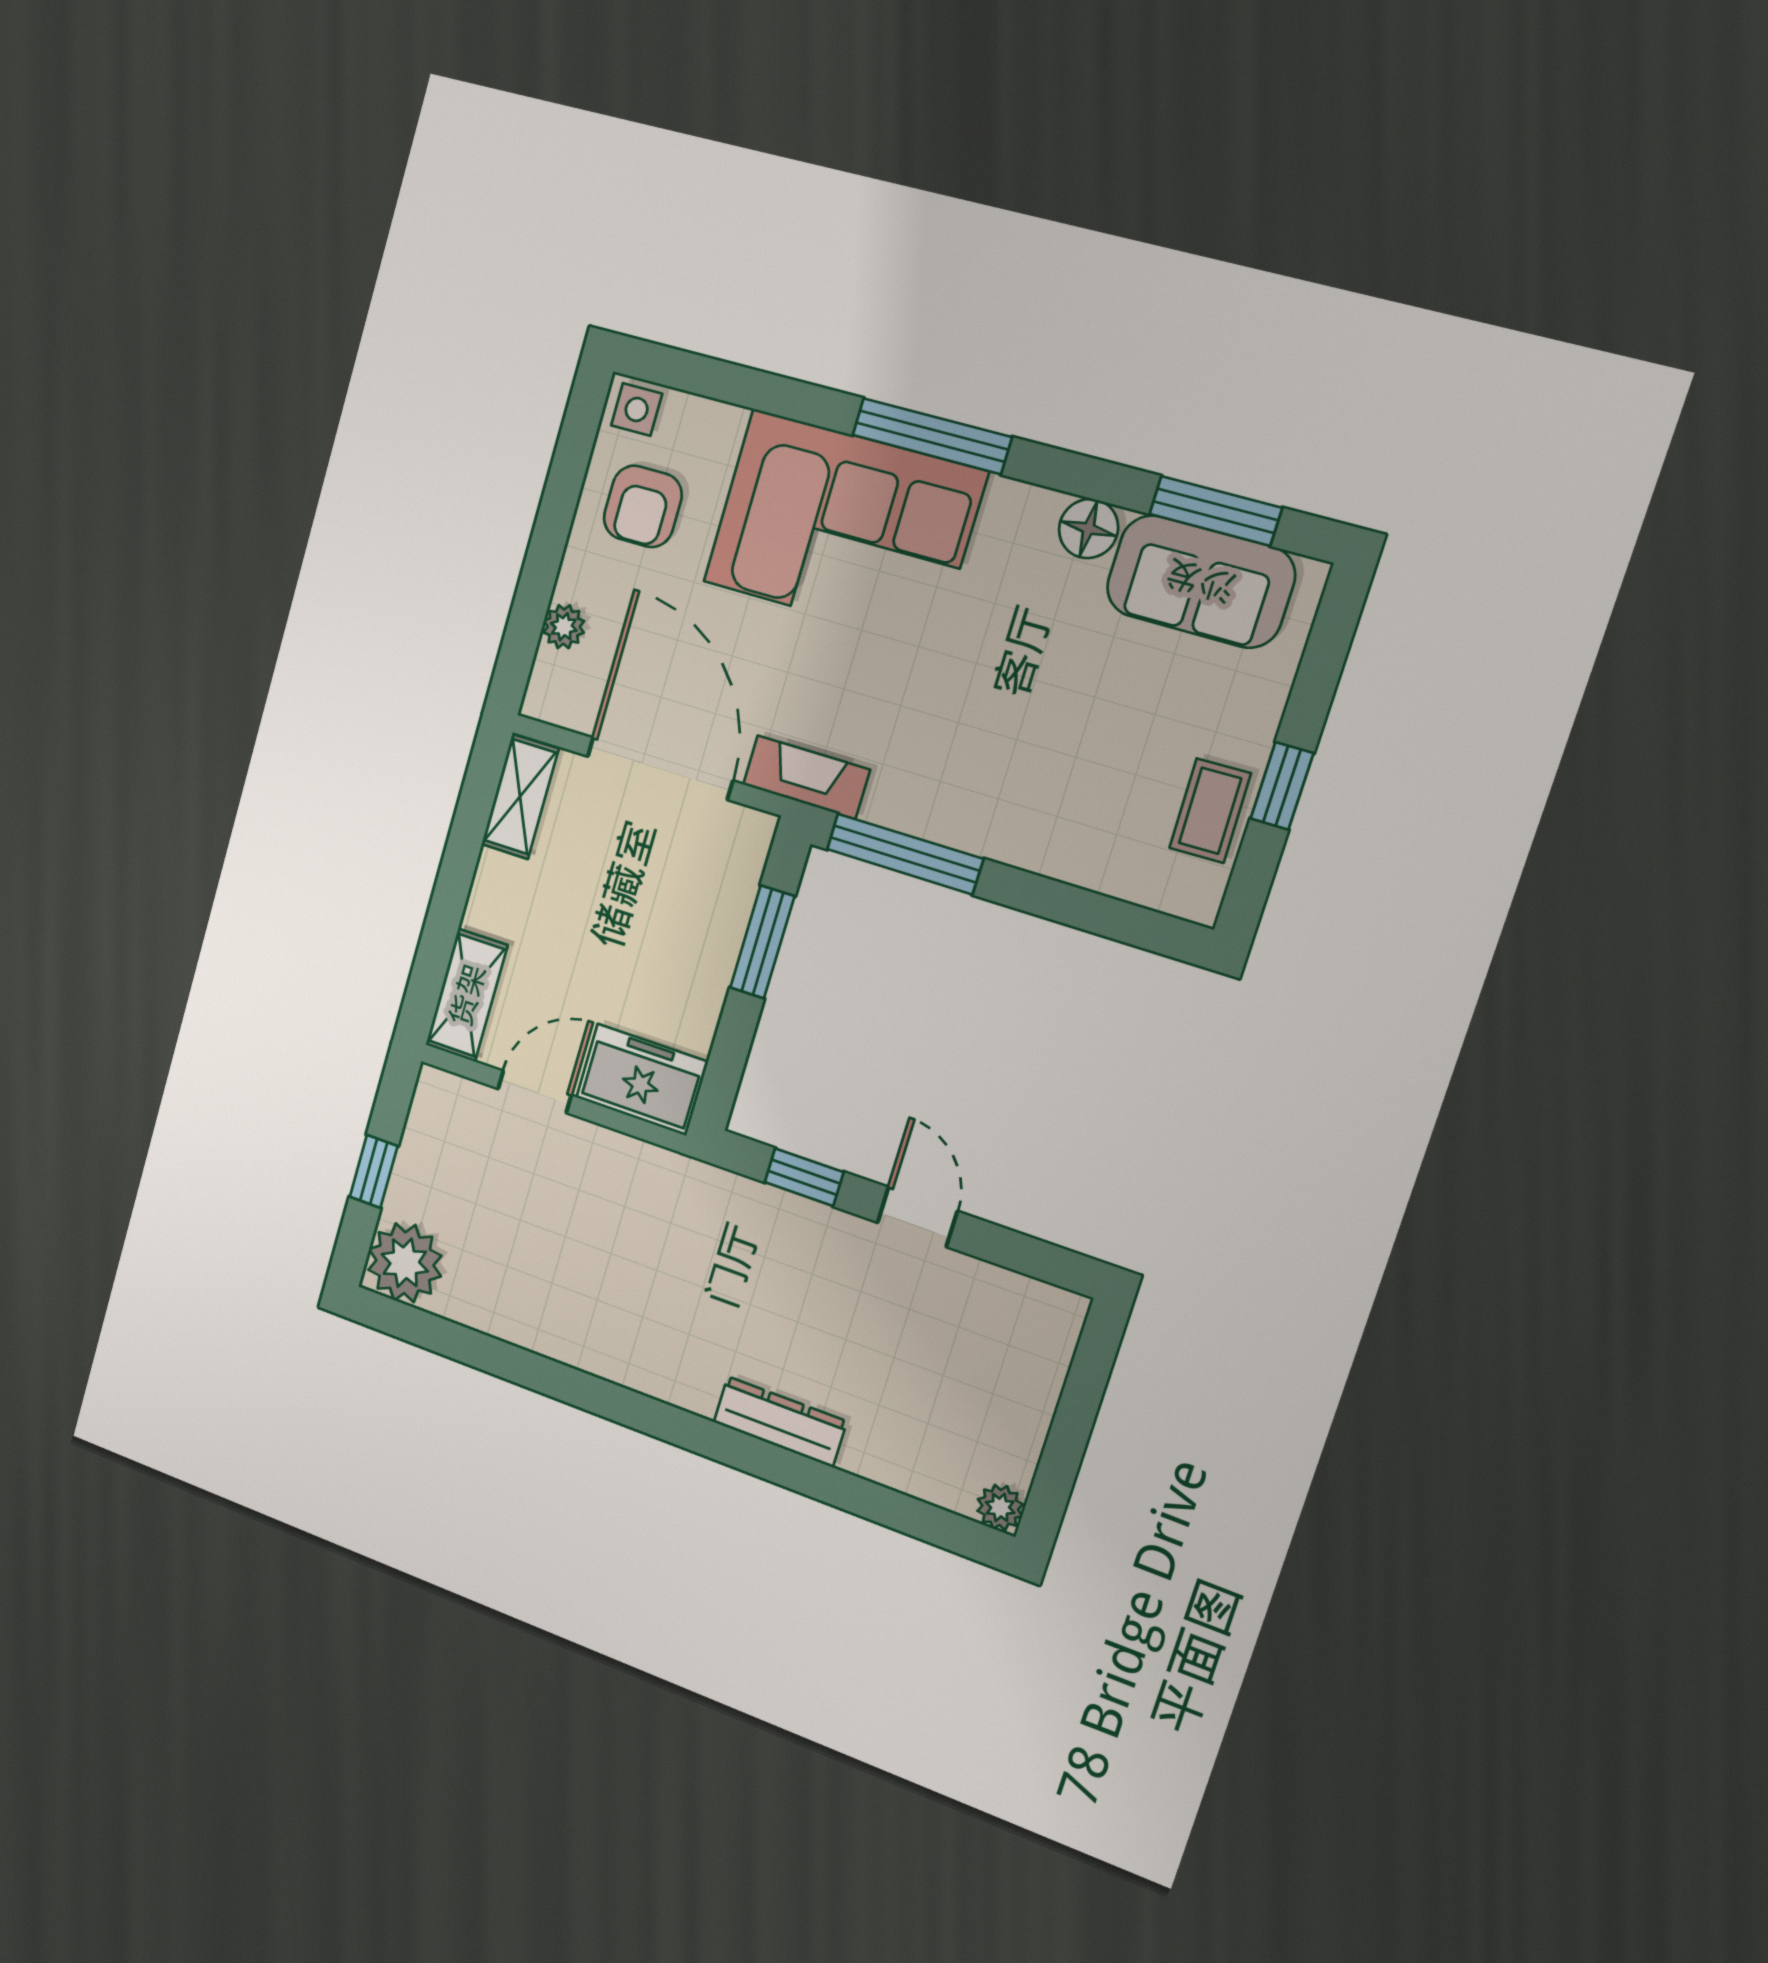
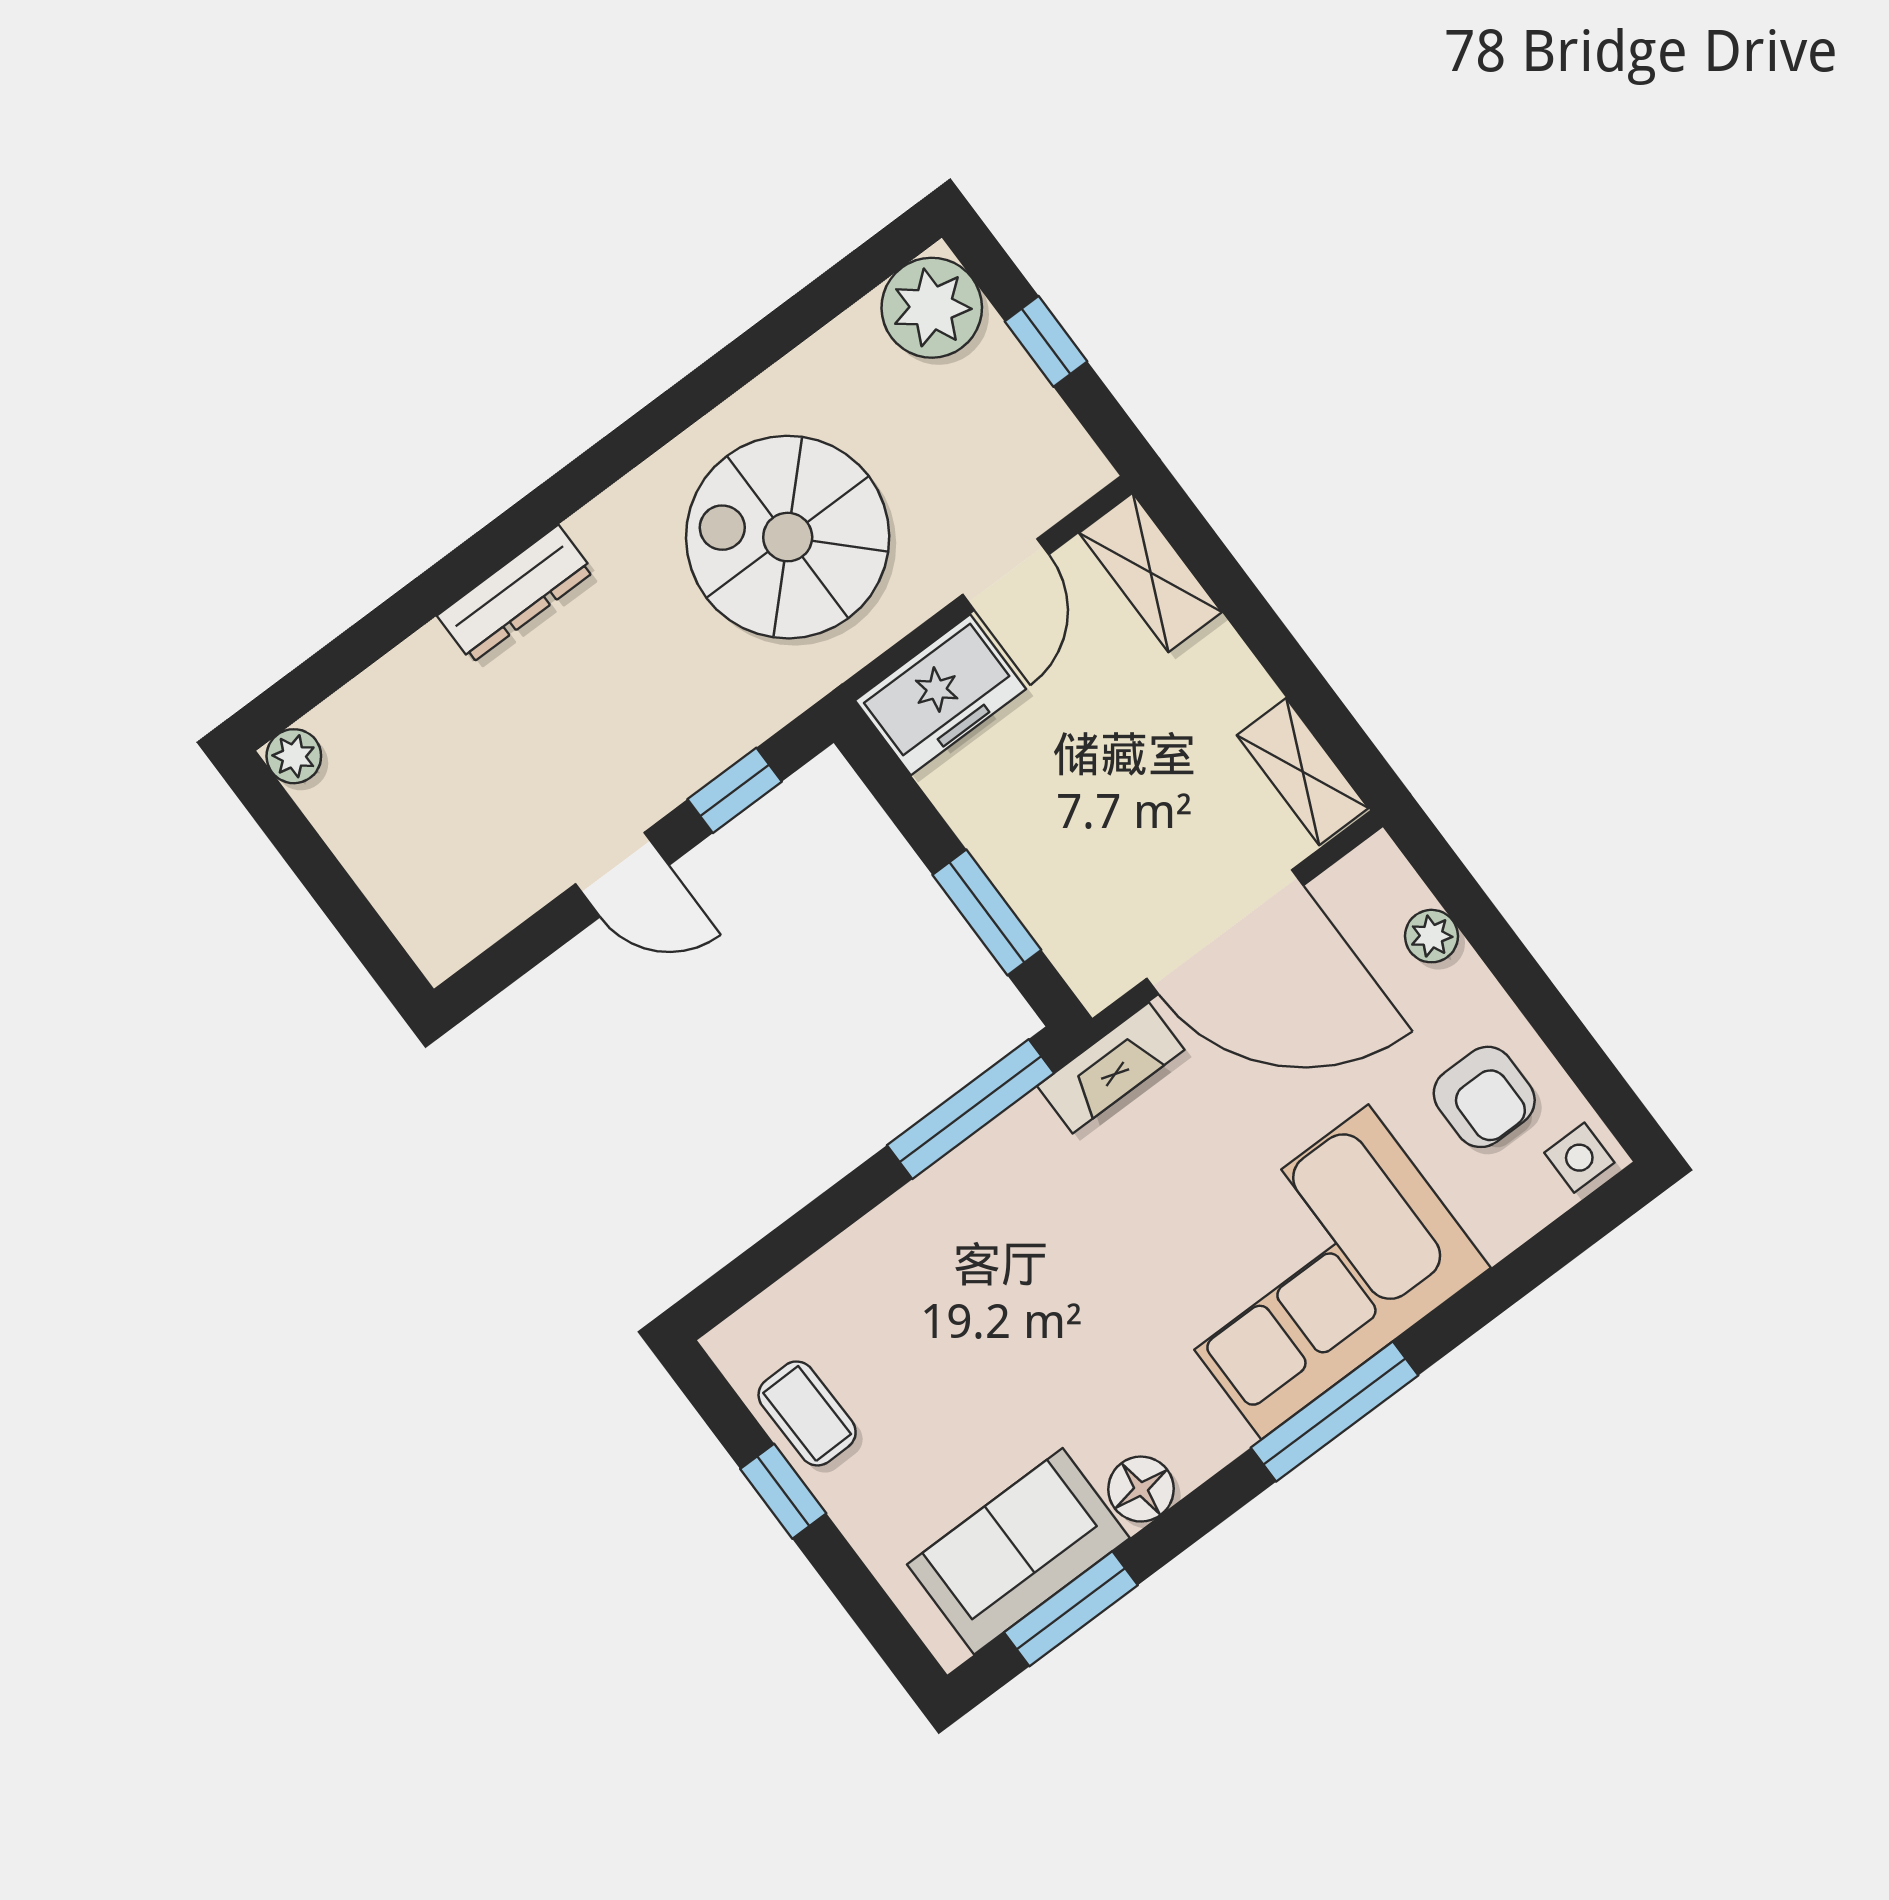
armchair: (643, 506) -> (1484, 1097), turned 180
spiral stairs: (613, 1258) -> (788, 537), added

